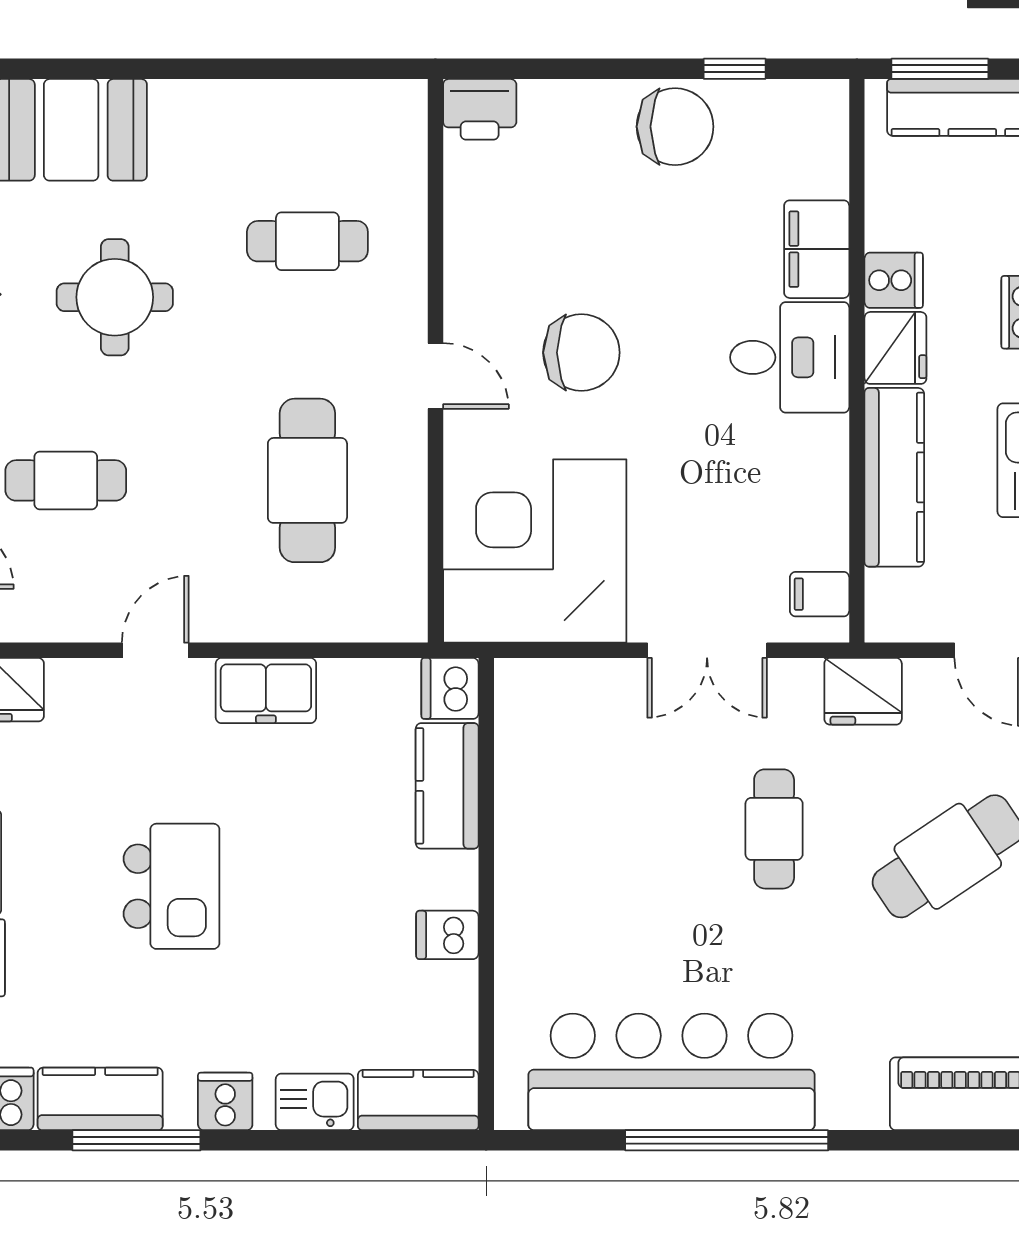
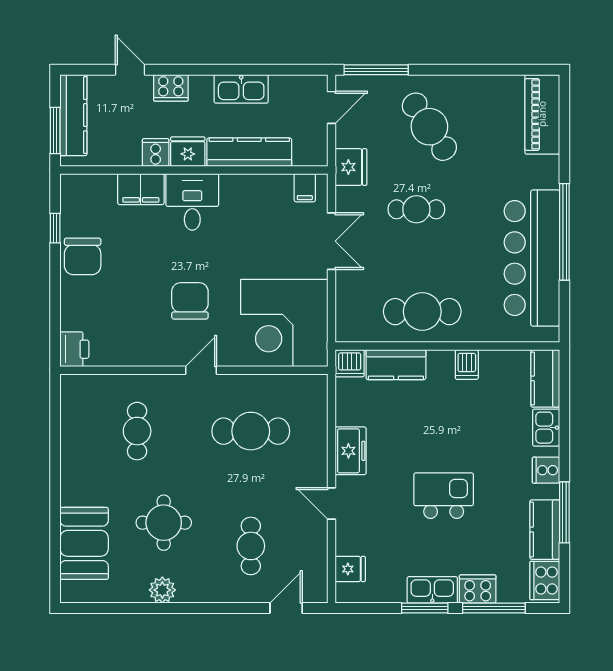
chair: (675, 127) -> (83, 256), turned 180
cafe table: (559, 841) -> (422, 312), added

